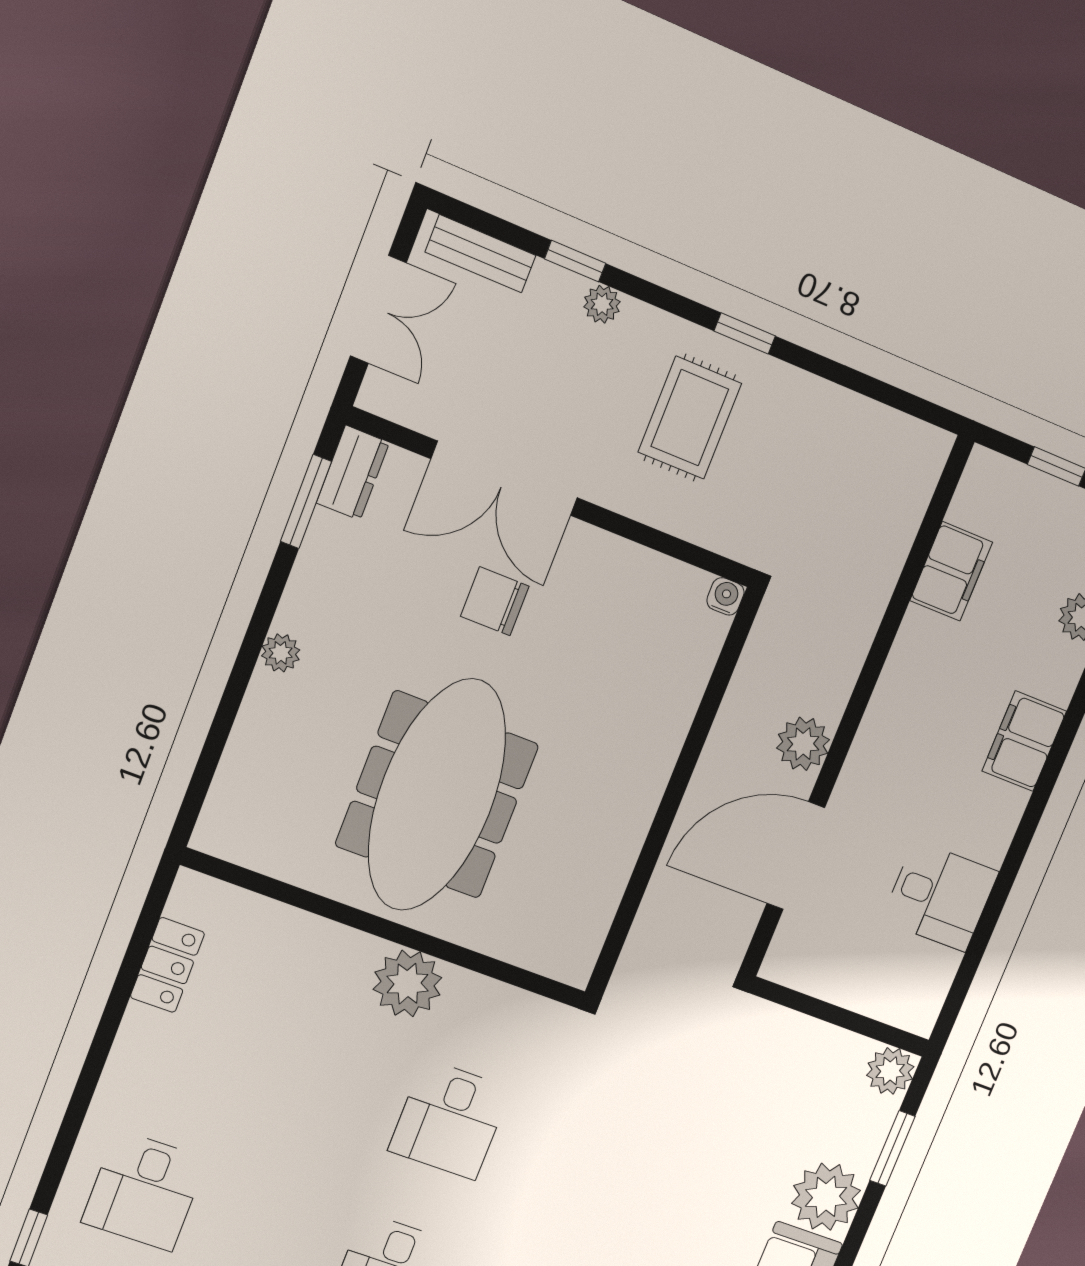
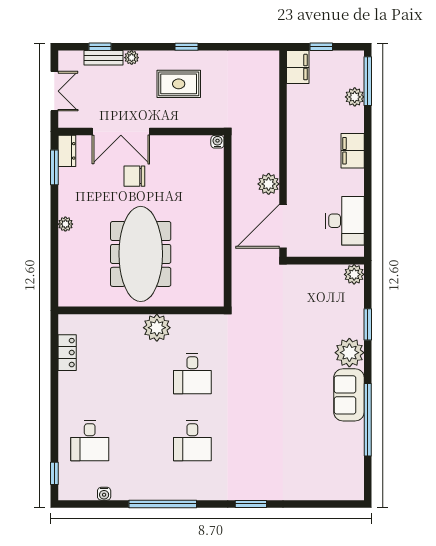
bench: (481, 254) -> (104, 58), moved
window: (575, 261) -> (100, 47), moved
rug: (690, 418) -> (179, 84), turned 90
filing cabinet: (951, 571) -> (298, 67), moved
desk: (940, 896) -> (345, 221), width x1.37
wall: (840, 1017) -> (325, 261), moved
plant: (890, 1071) -> (354, 274), moved

